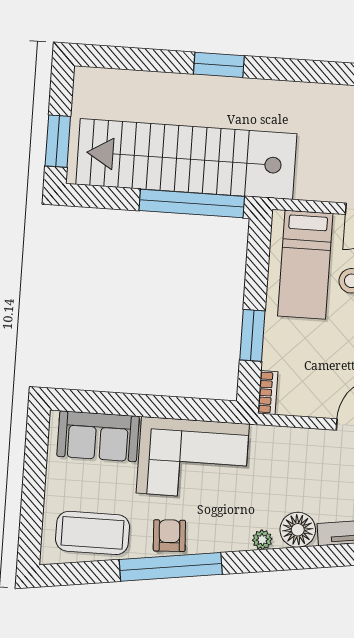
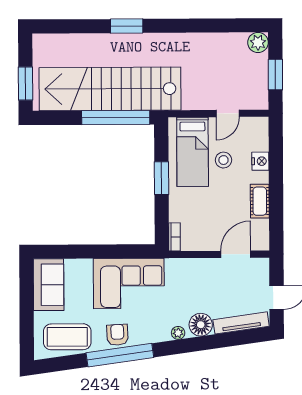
window: (252, 335) -> (162, 178), moved
sofa: (98, 436) -> (49, 285), moved, turned -90

